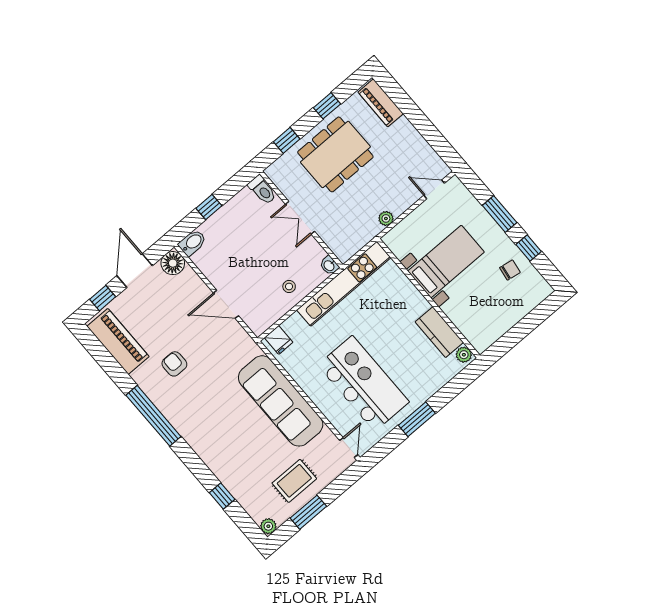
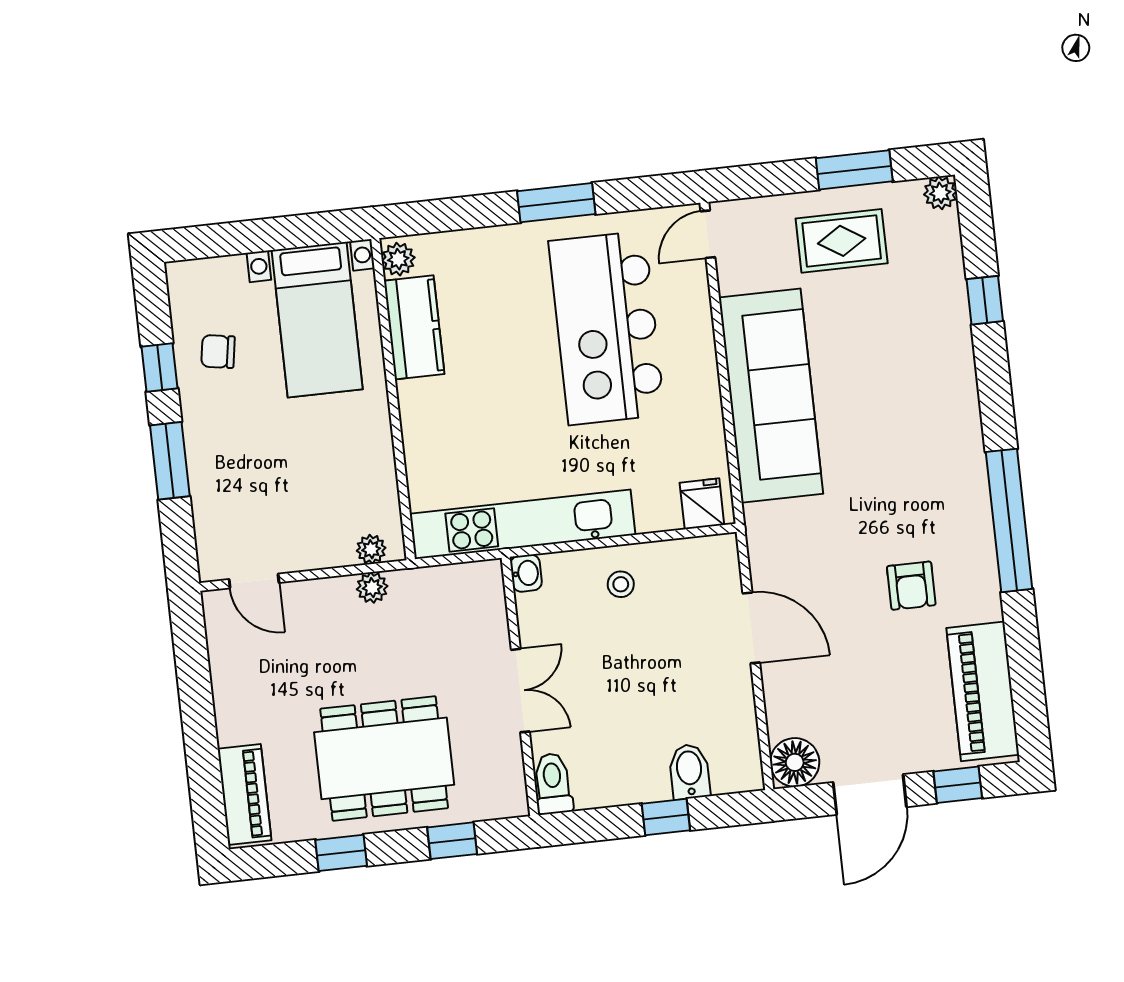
plant: (397, 233) -> (371, 549), added
bidet: (192, 243) -> (689, 772), moved, turned 90
bed with nightstands: (446, 262) -> (317, 320), moved, turned -90

